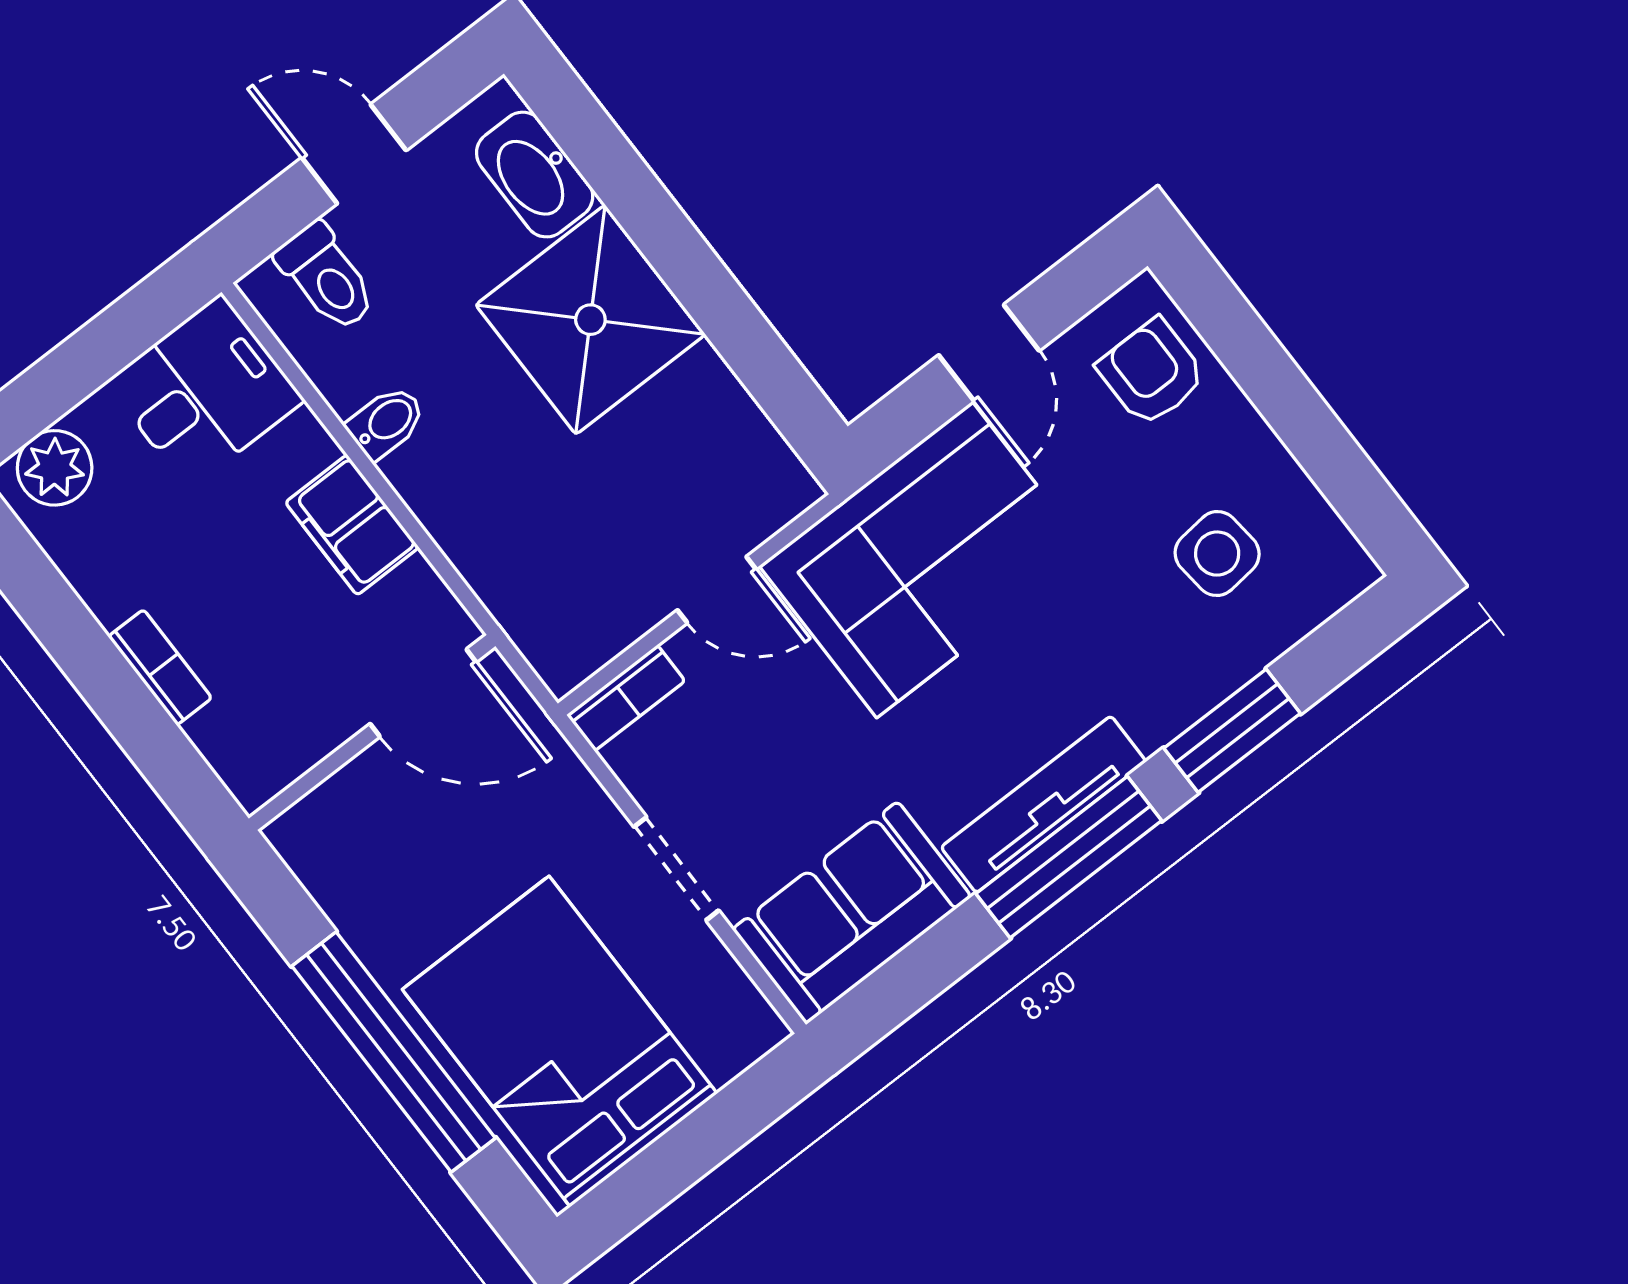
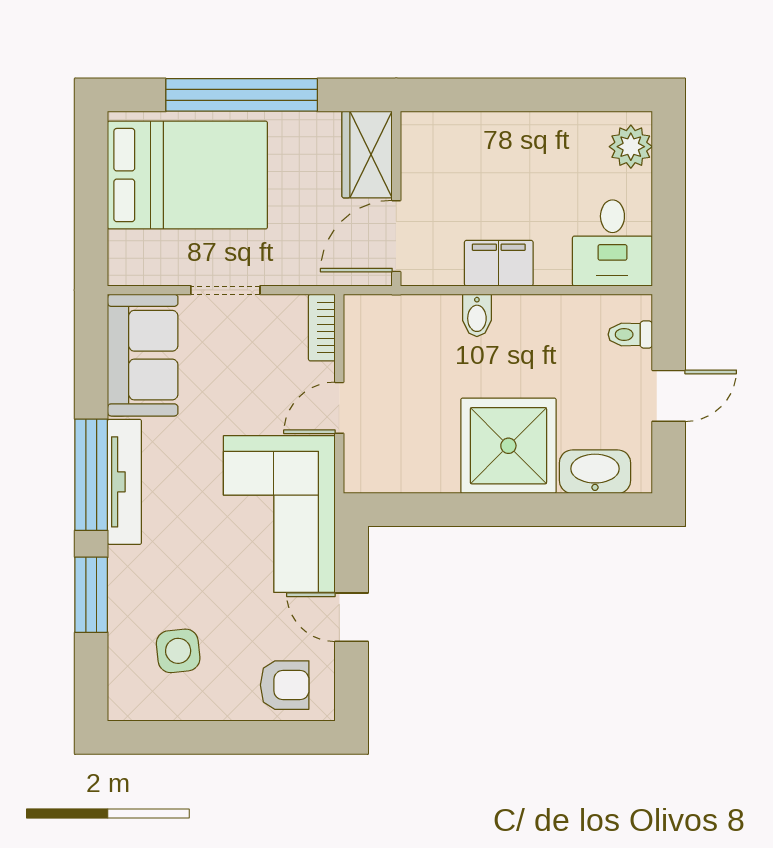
toilet: (327, 277) -> (630, 334), width x0.73, depth x0.72
bidet: (386, 422) -> (477, 315), moved
bookcase: (160, 667) -> (502, 124), removed
wardrobe: (343, 819) -> (367, 154), added

